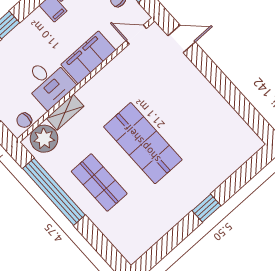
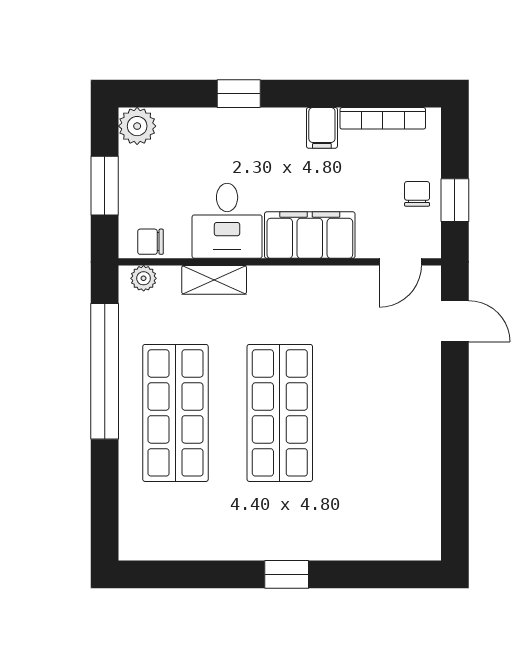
door: (136, 35) -> (400, 262), swing flipped
plant: (44, 139) -> (144, 278), width x0.53, depth x0.53
shop shelf: (99, 182) -> (175, 413), width x1.43, depth x1.36

